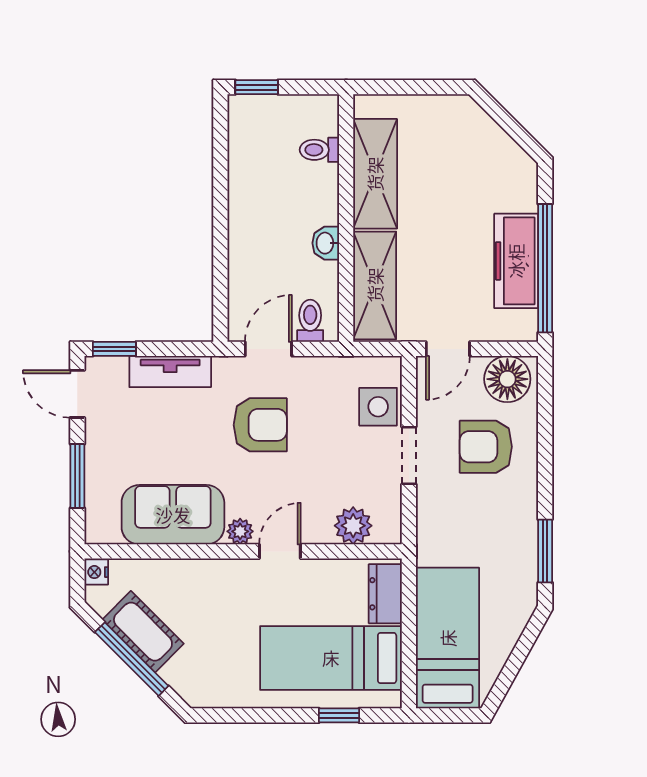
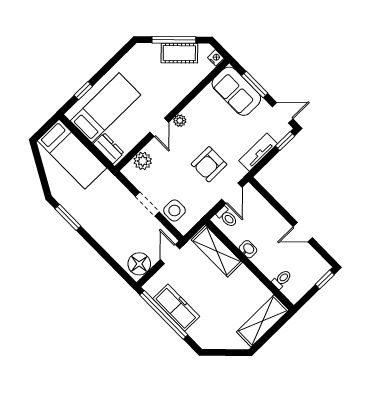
shelving: (375, 174) -> (263, 321), moved, turned 90
door: (220, 189) -> (303, 232), added
armchair: (486, 447) -> (124, 233), removed
sofa: (173, 515) -> (236, 91), moved, turned 90

